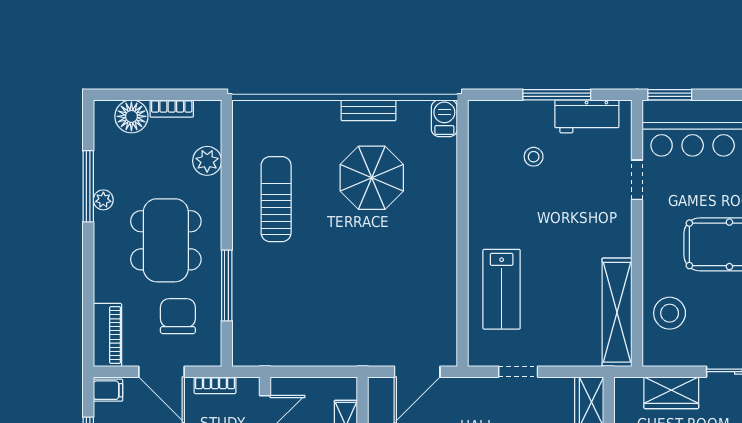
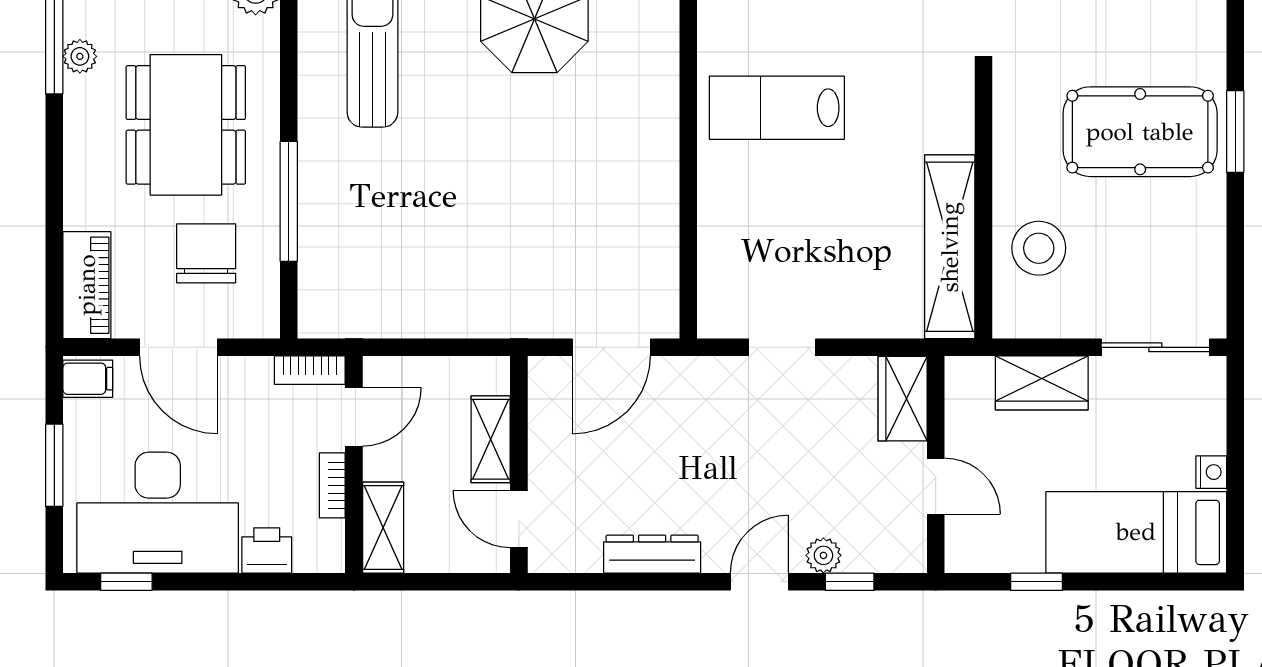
lab bench: (502, 289) -> (777, 108), moved, turned 90
bookcase: (215, 385) -> (310, 370), moved

